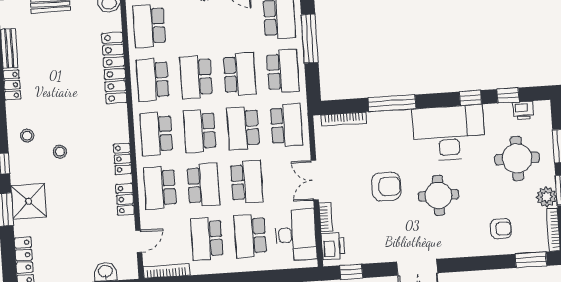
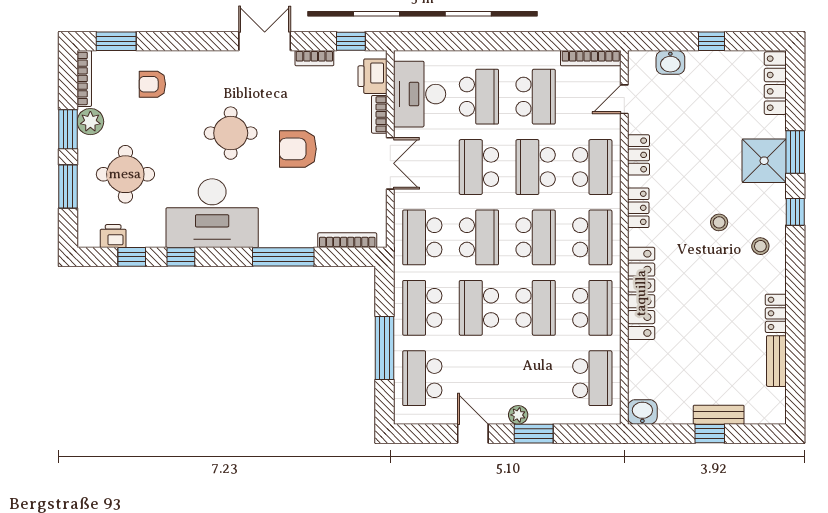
locker: (114, 68) -> (641, 293), moved
bookcase: (378, 257) -> (314, 58), added

